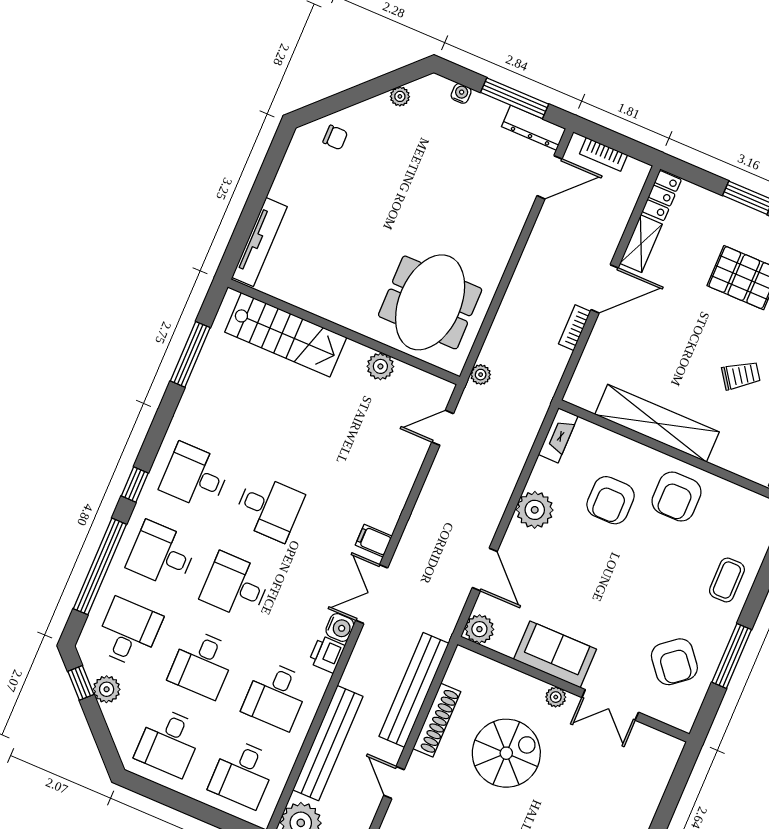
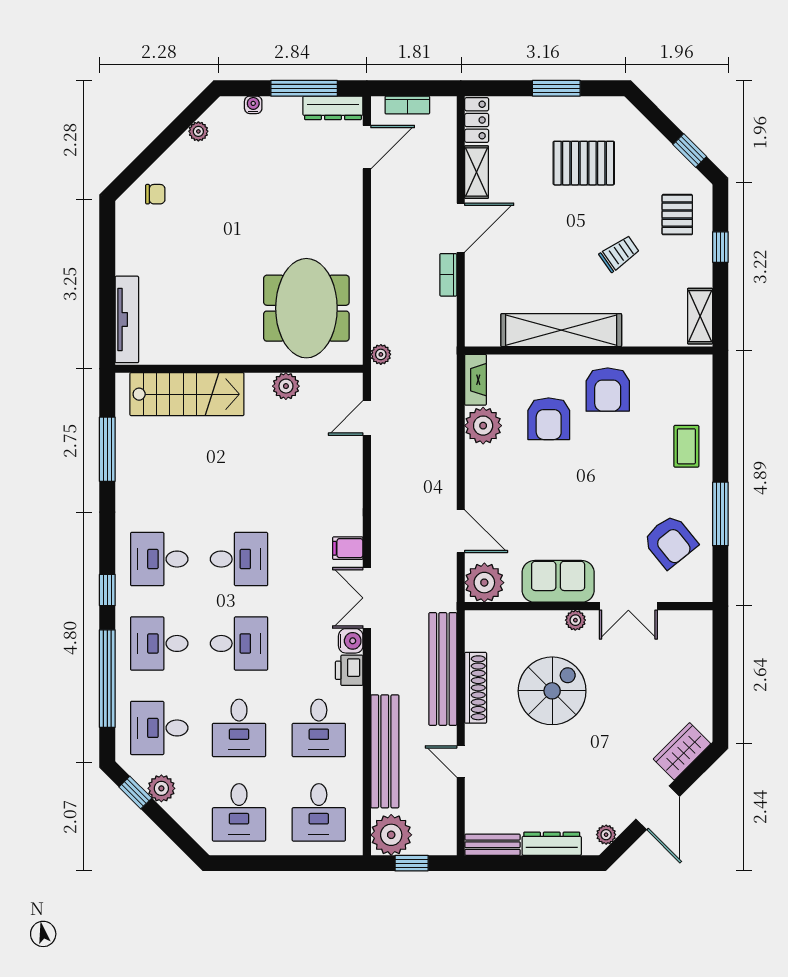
plant: (535, 510) -> (483, 426), moved
desk: (235, 586) -> (239, 643), turned 180
plant: (479, 629) -> (484, 583), width x1.36, depth x1.36
desk: (128, 632) -> (159, 728), turned -90

